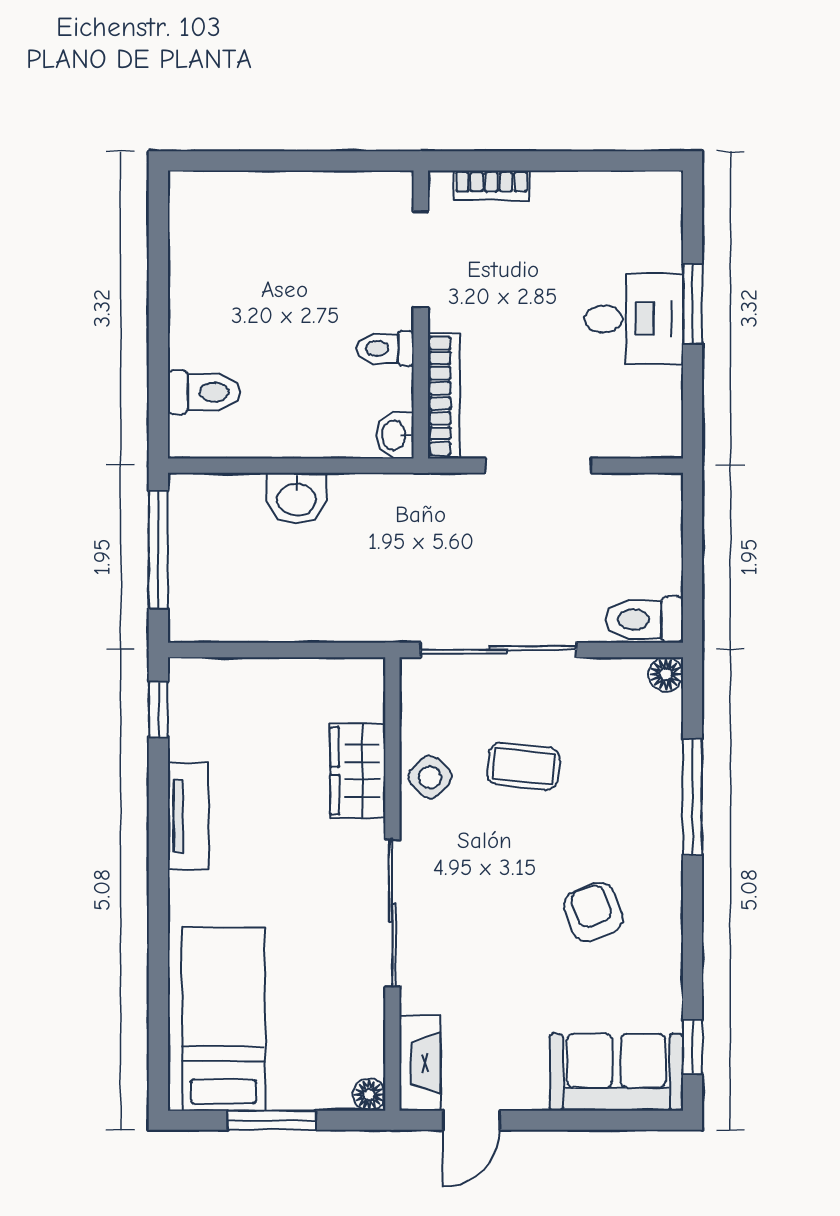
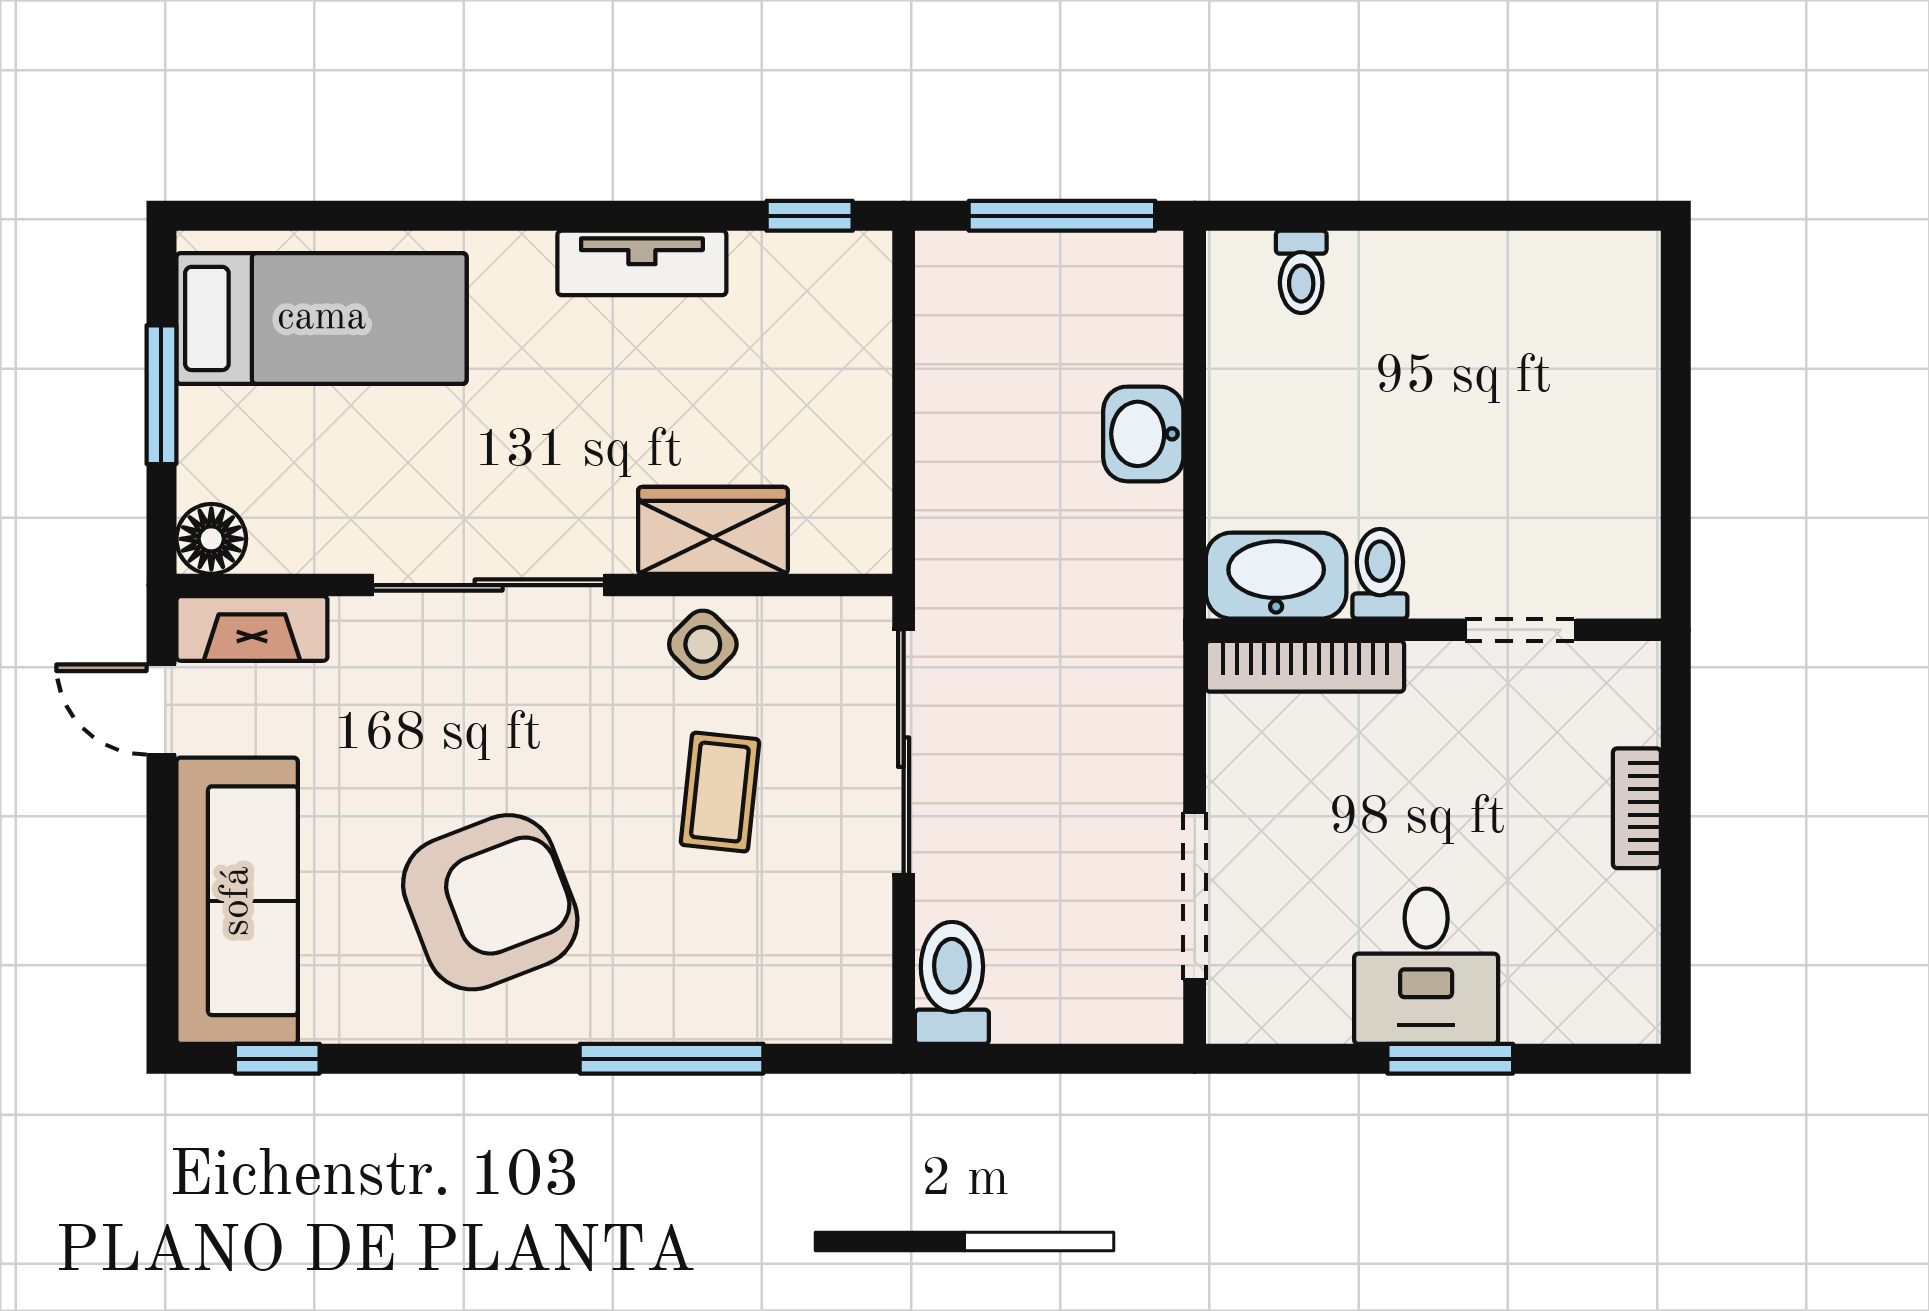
bookcase: (491, 185) -> (1637, 808), moved
doorway: (421, 259) -> (1520, 630), width x0.73
toilet: (204, 392) -> (1301, 272), width x0.73, depth x0.72
washbasin: (395, 435) -> (1276, 576), width x1.91, depth x1.45
doorway: (538, 466) -> (1195, 896), moved
floor lamp: (666, 674) -> (865, 1017), removed
armchair: (593, 912) -> (490, 902), width x1.88, depth x1.88
sofa: (616, 1072) -> (237, 901), width x1.36
floor lamp: (369, 1095) -> (211, 539), width x1.37, depth x1.37

